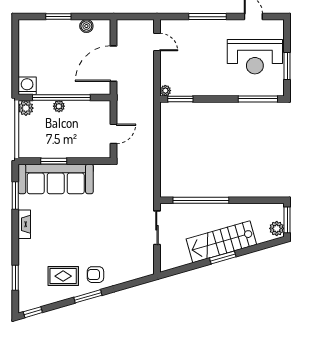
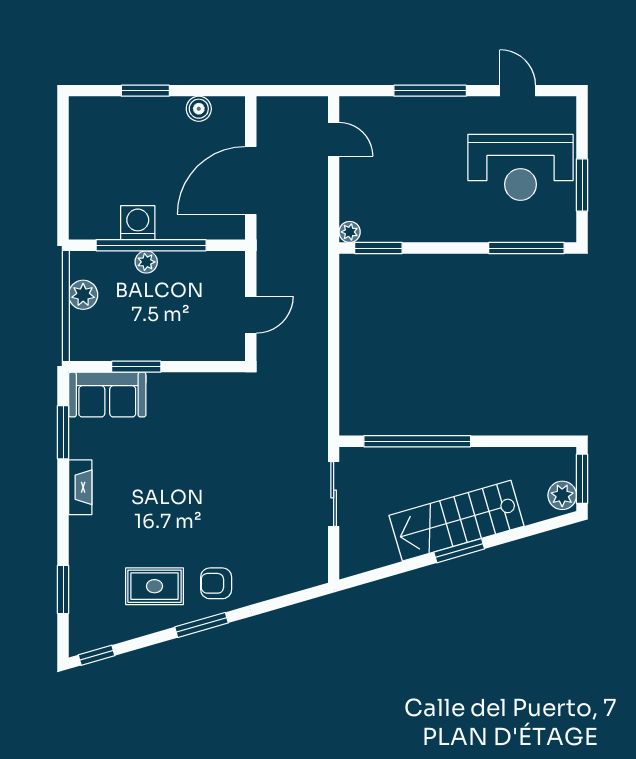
washing machine: (27, 86) -> (138, 223), moved
plant: (26, 108) -> (83, 295), moved
sofa: (56, 179) -> (107, 395), width x0.54, depth x0.79

